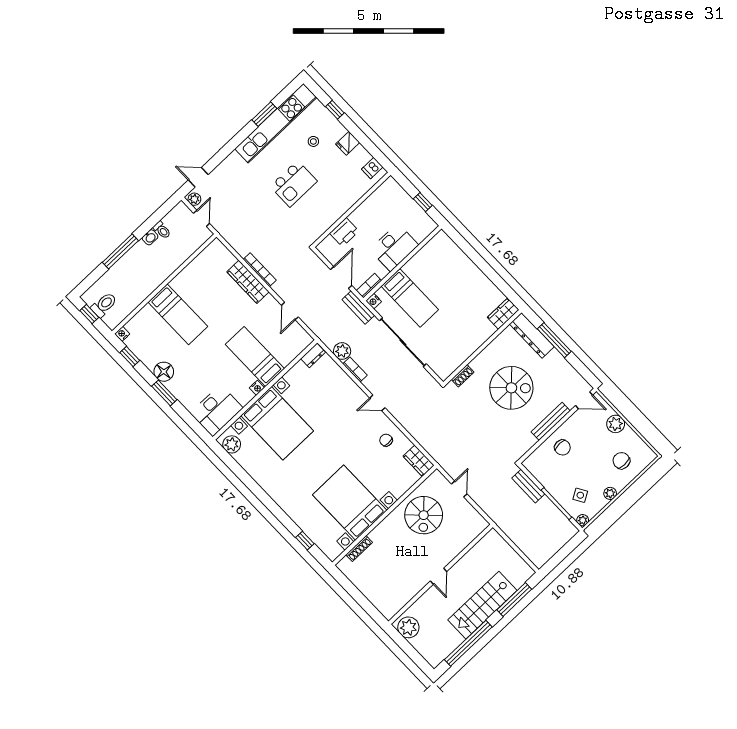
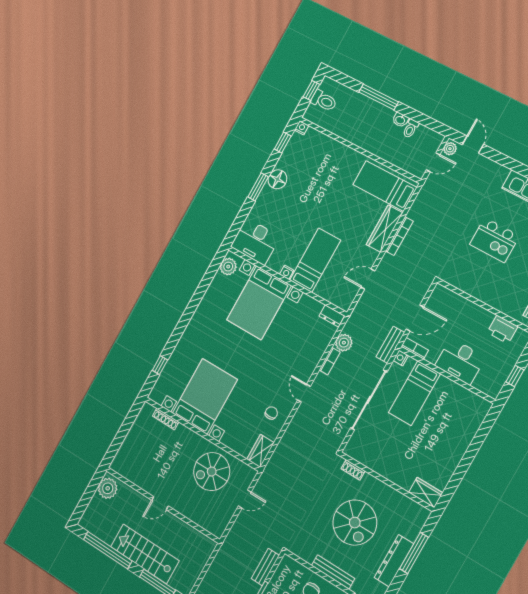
printer: (344, 232) -> (502, 329), moved
bed: (178, 314) -> (385, 186), moved, turned 90
dresser: (532, 335) -> (394, 561), moved

